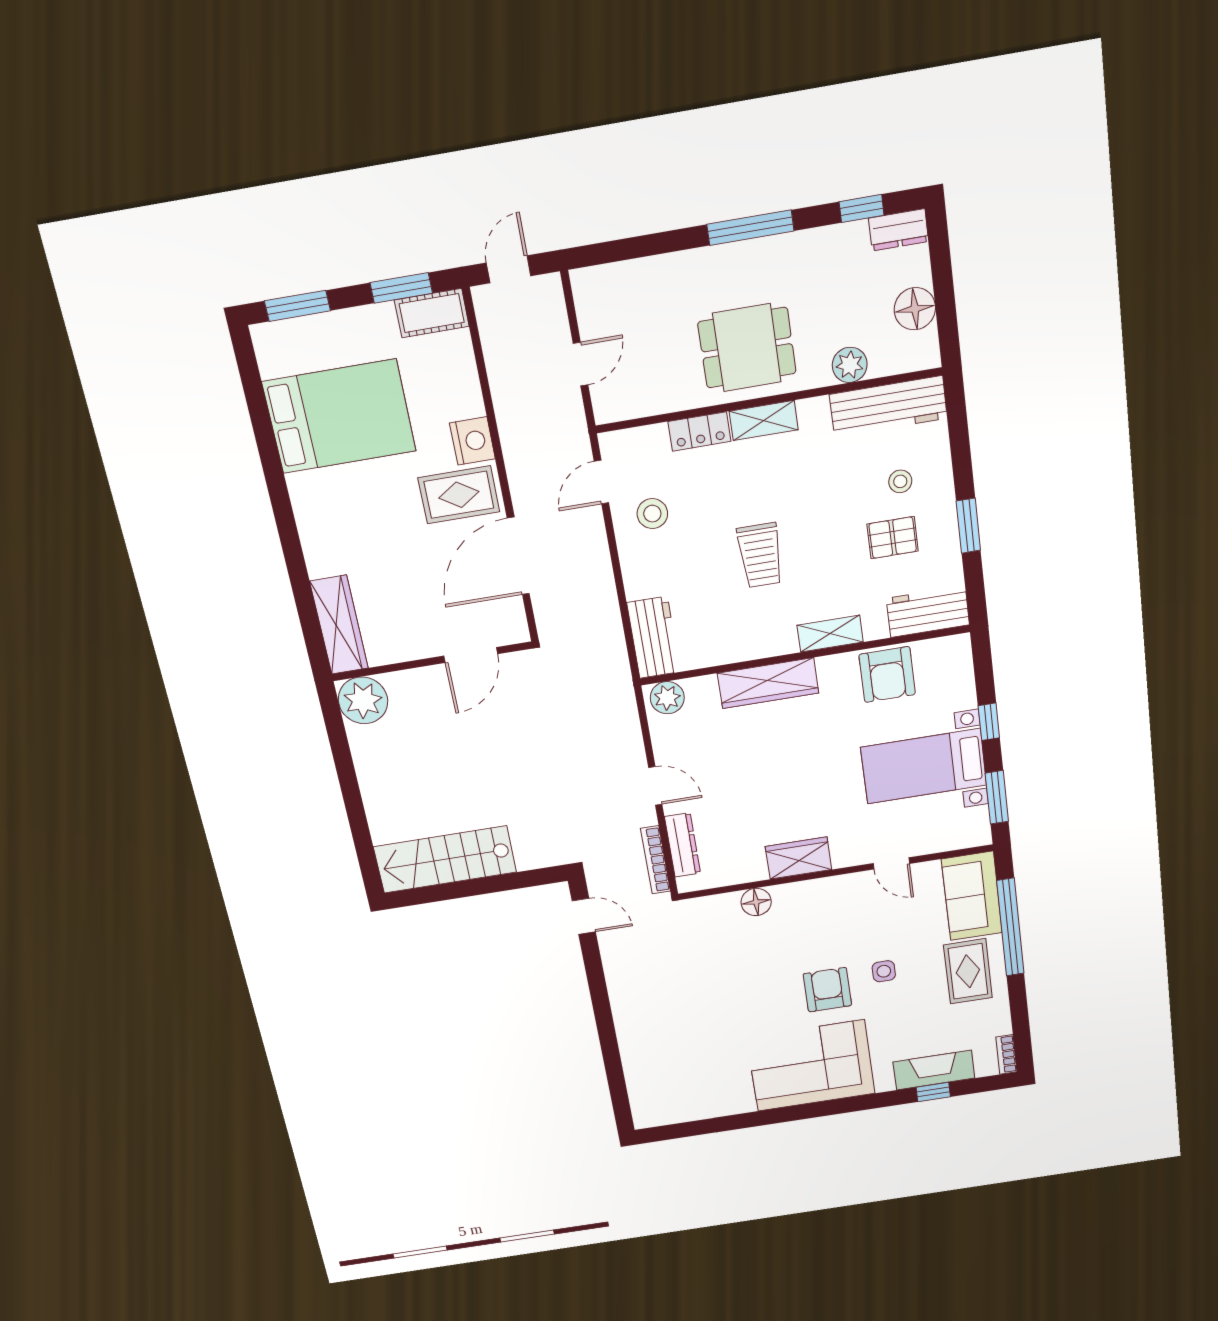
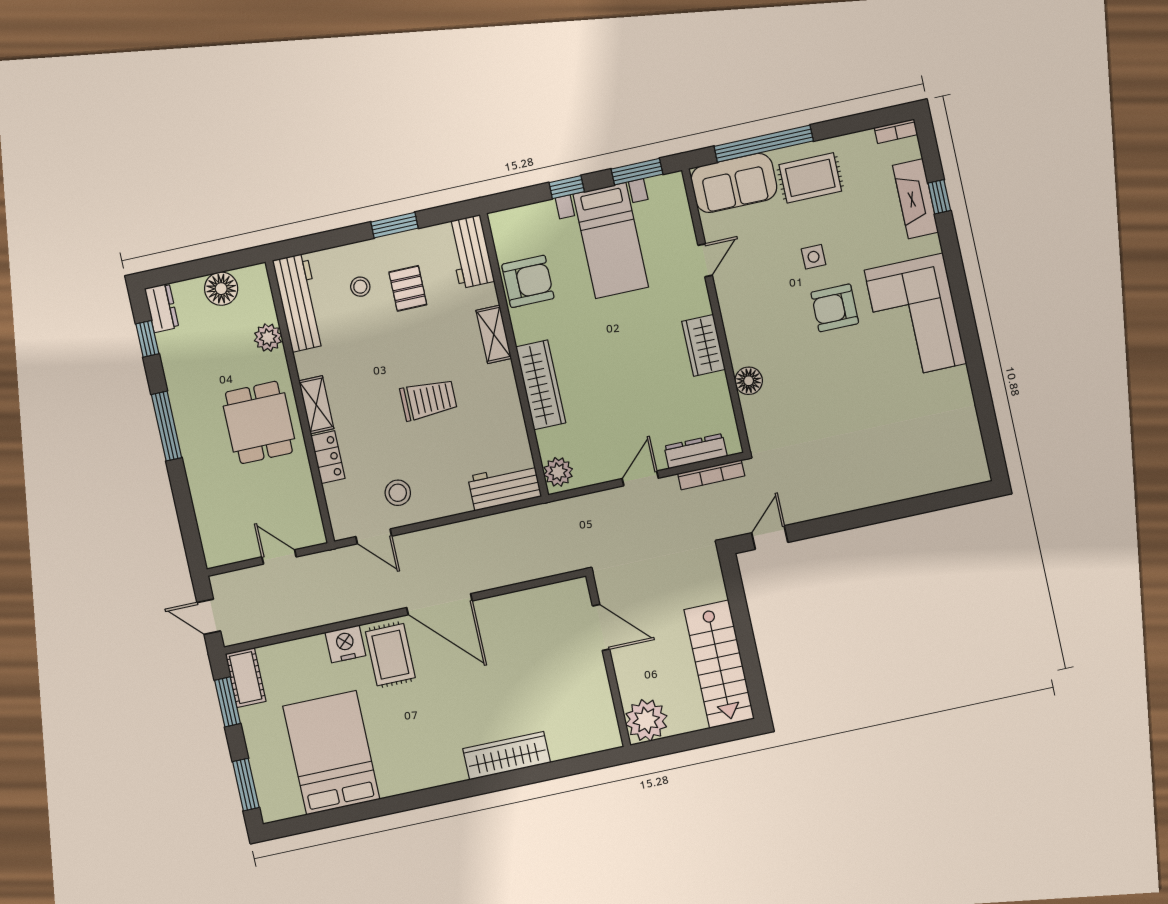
door: (471, 655) -> (601, 627), moved
wall: (432, 661) -> (608, 661), moved
plant: (363, 700) -> (646, 720), moved

